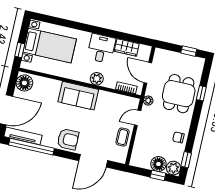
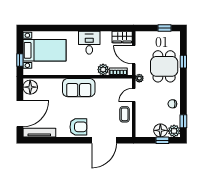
wardrobe: (127, 47) -> (122, 37), moved
plant: (97, 79) -> (103, 70), moved
window: (31, 147) -> (49, 140), removed

